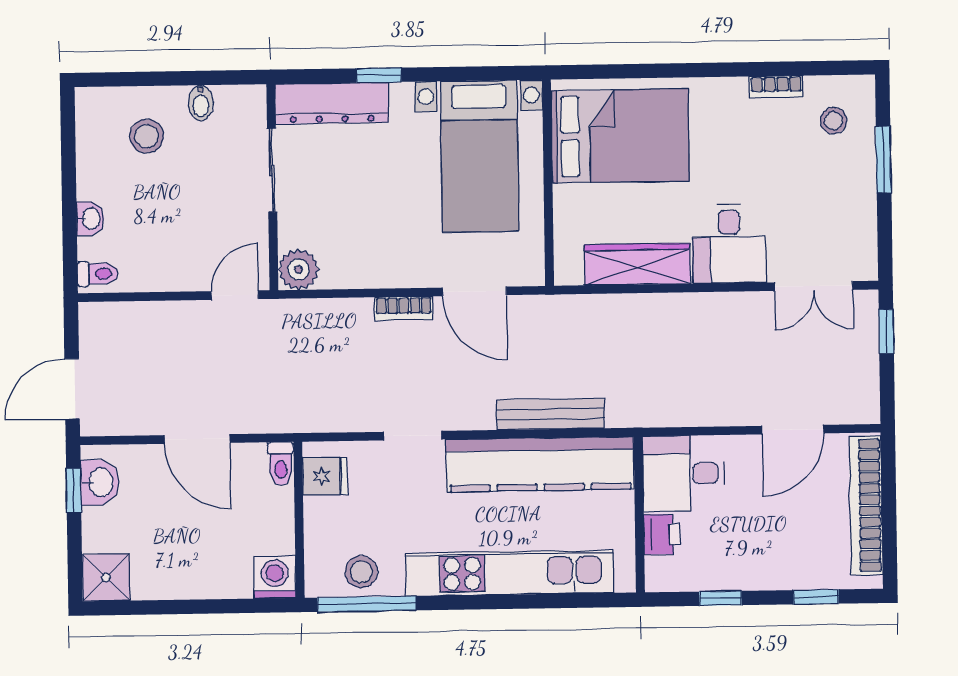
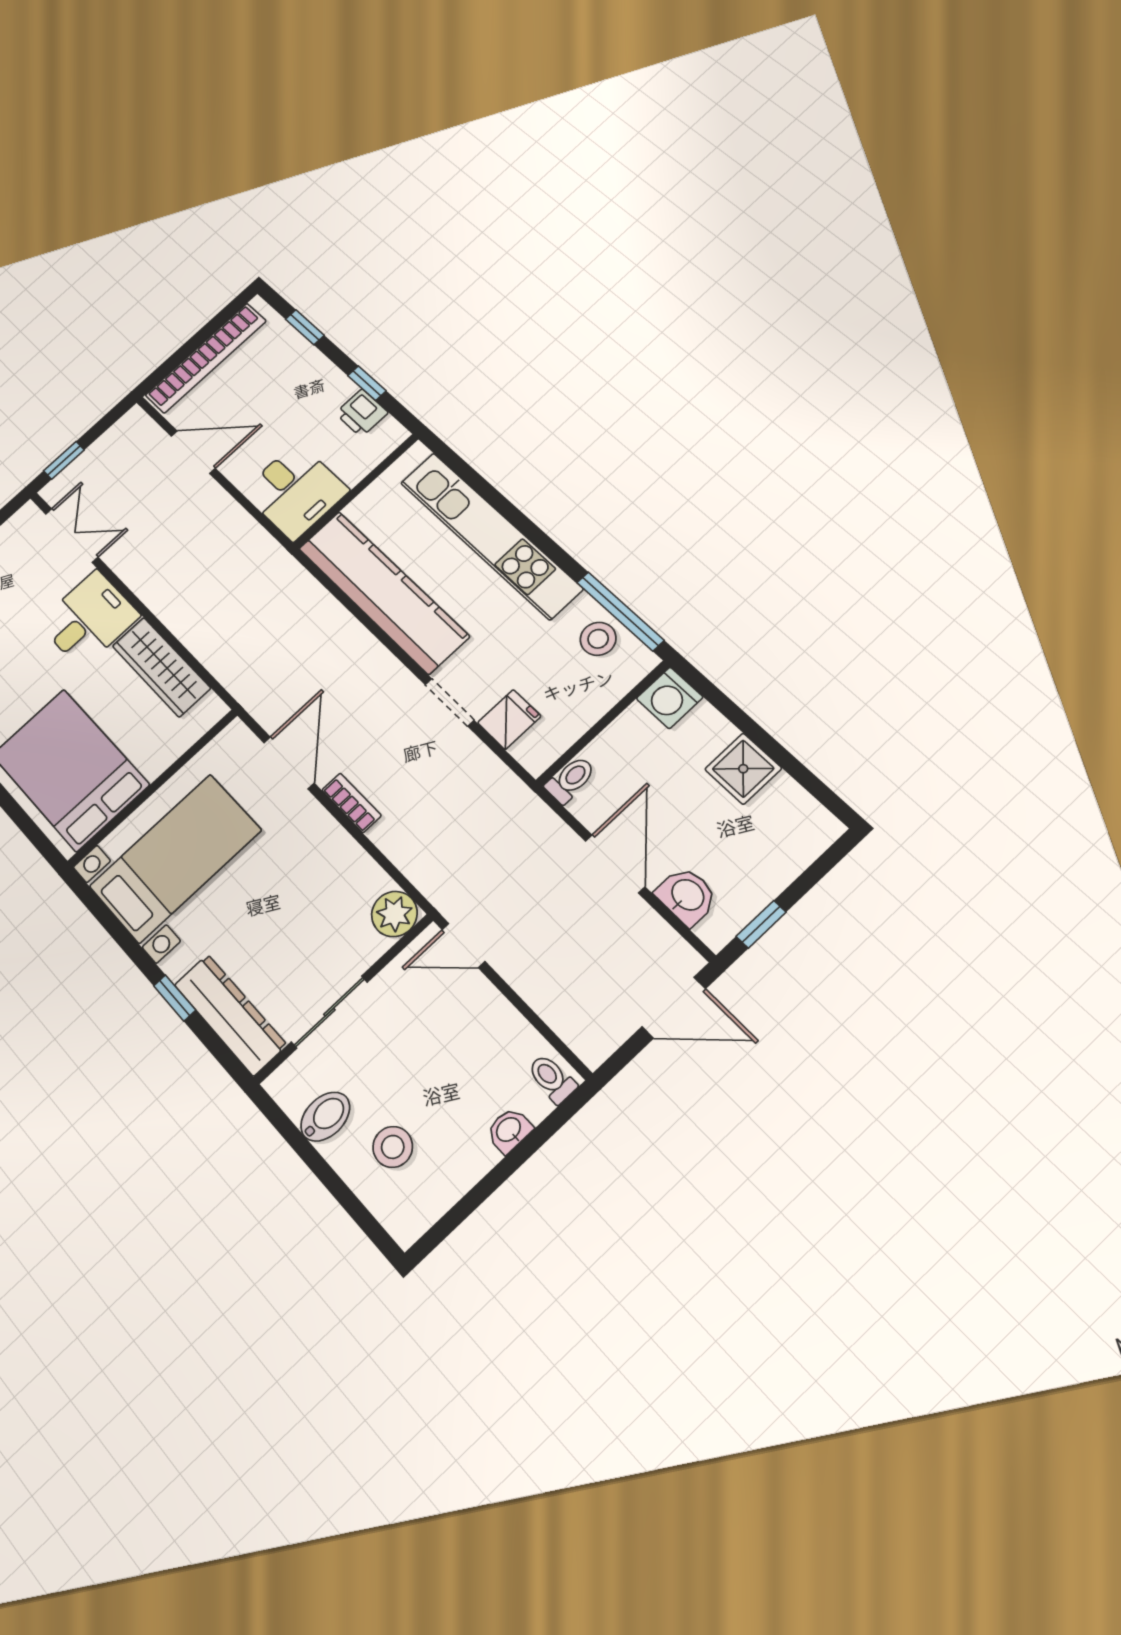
bidet: (201, 103) -> (325, 1117), width x1.38, depth x1.36
bench: (550, 414) -> (336, 621), removed
fridge: (325, 476) -> (509, 719), moved, turned 90
washbasin: (100, 482) -> (687, 896), moved, turned 90
printer: (662, 534) -> (362, 413), moved, turned -90
shower: (106, 578) -> (743, 769), moved

